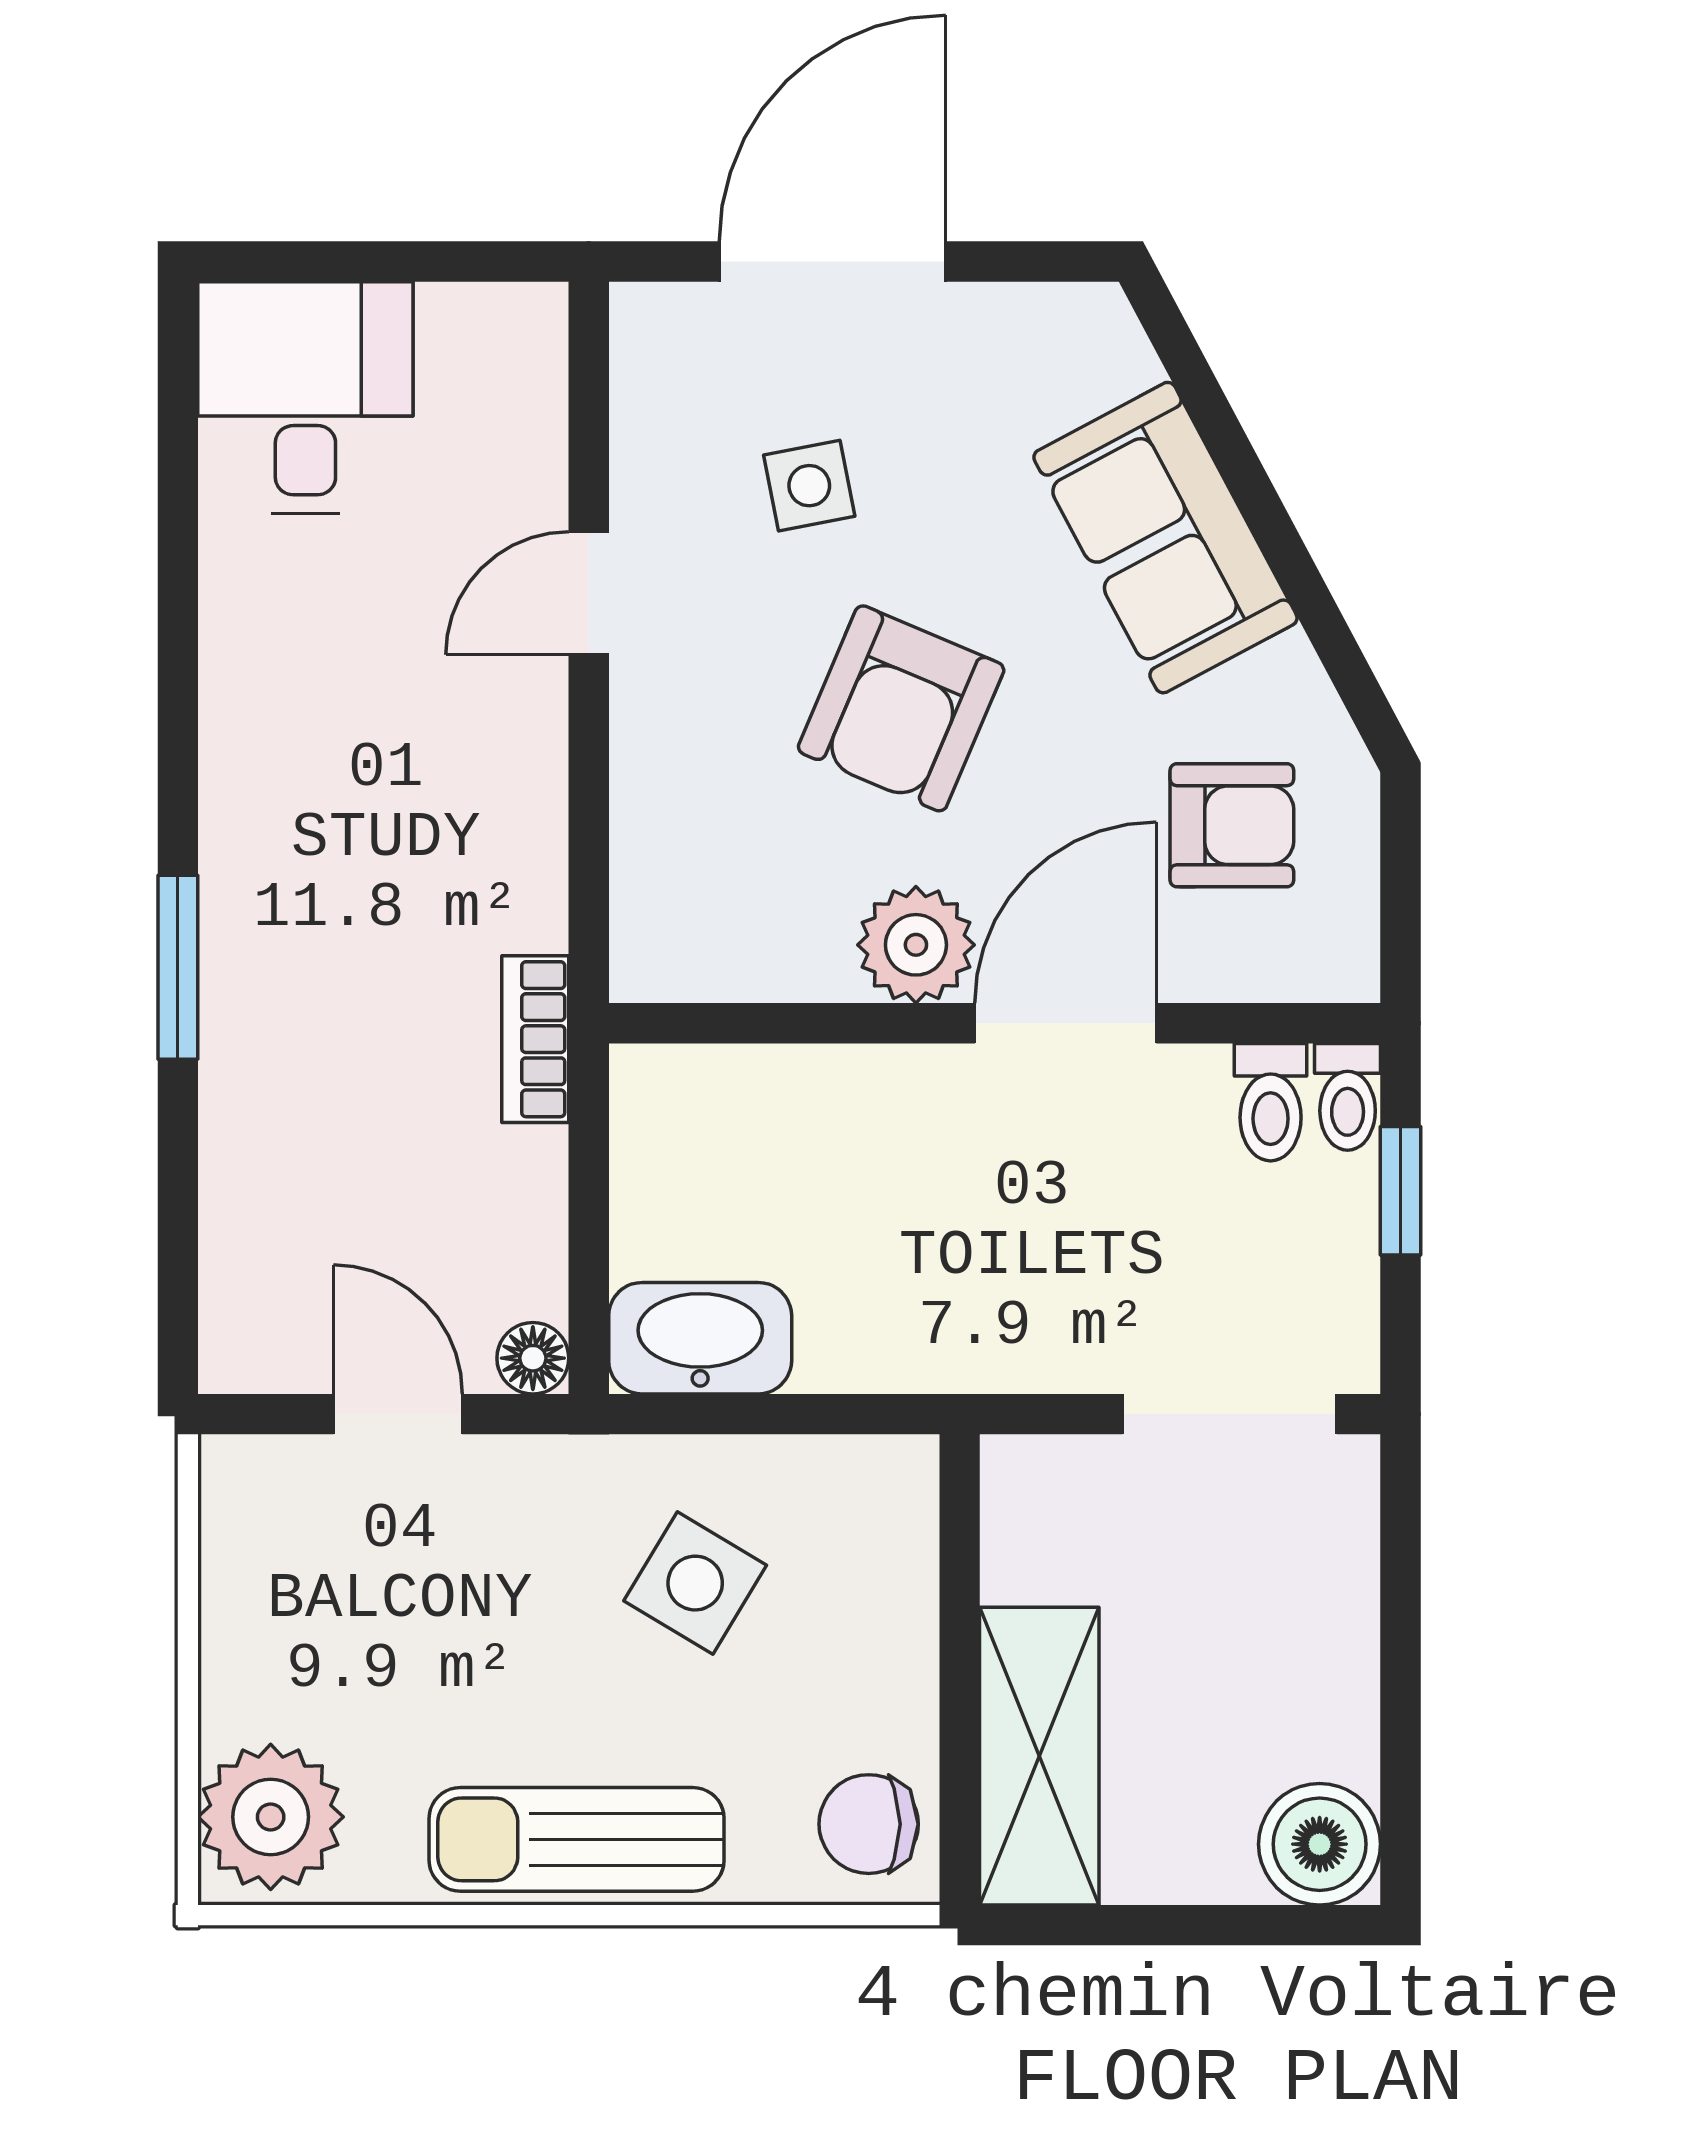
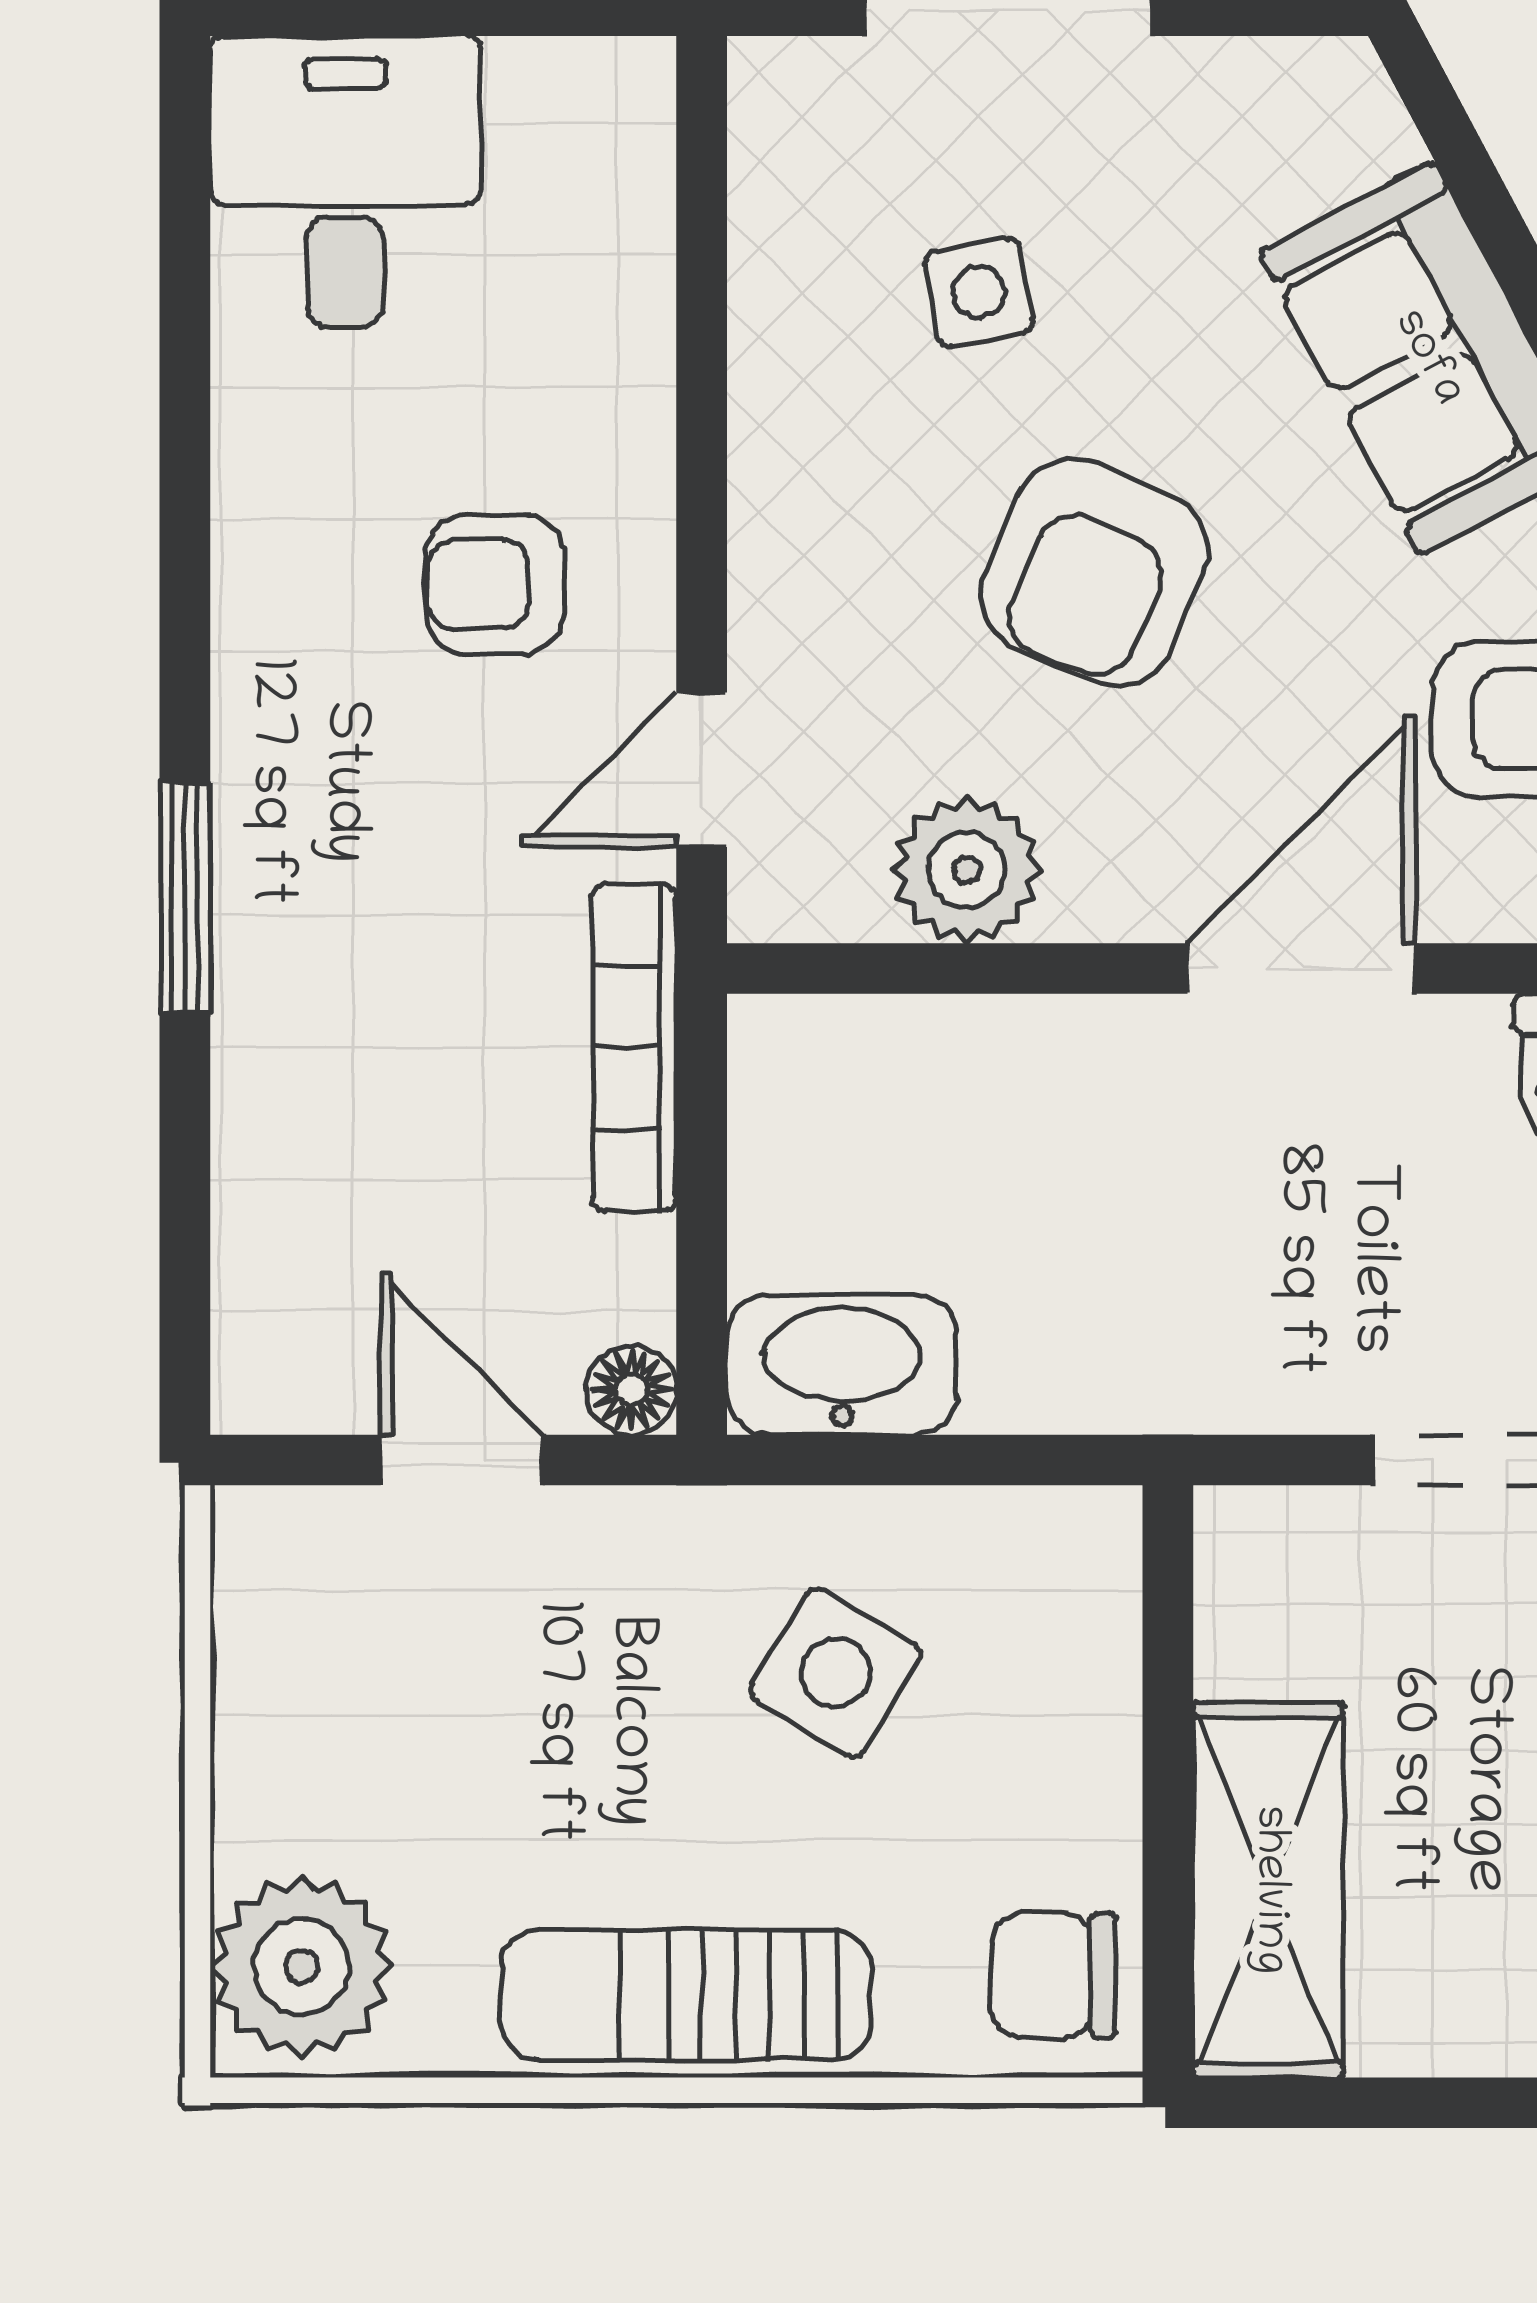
door: (589, 593) -> (702, 770), moved
armchair: (424, 718) -> (495, 584), added
plant: (916, 945) -> (967, 870), moved
bookcase: (535, 1039) -> (634, 1048), width x1.56

